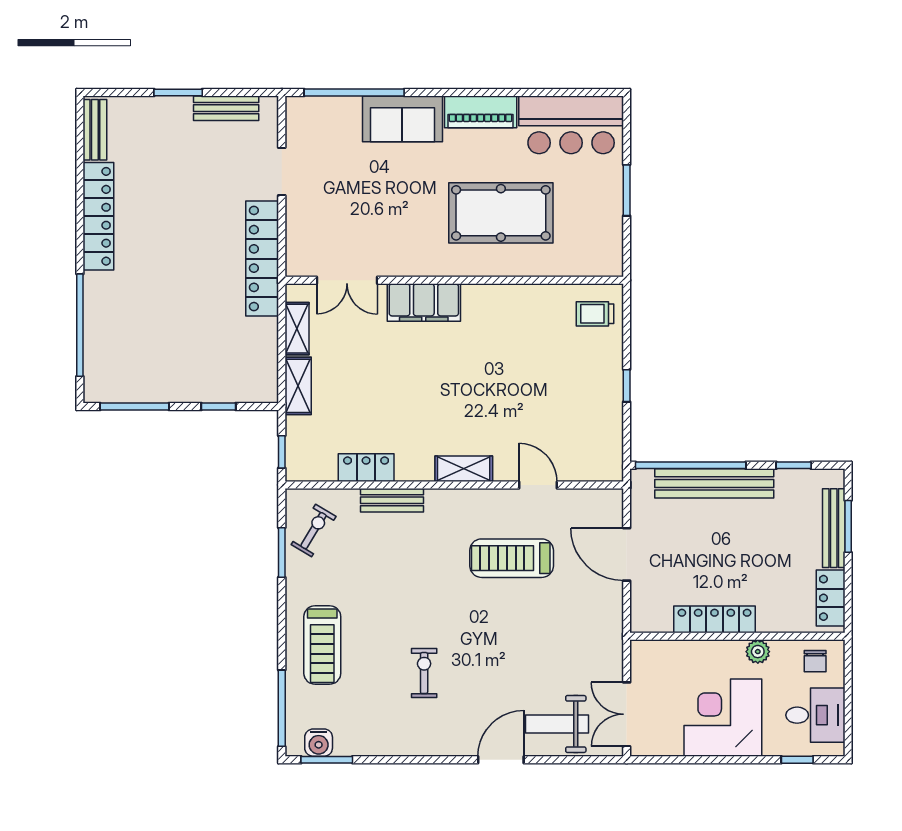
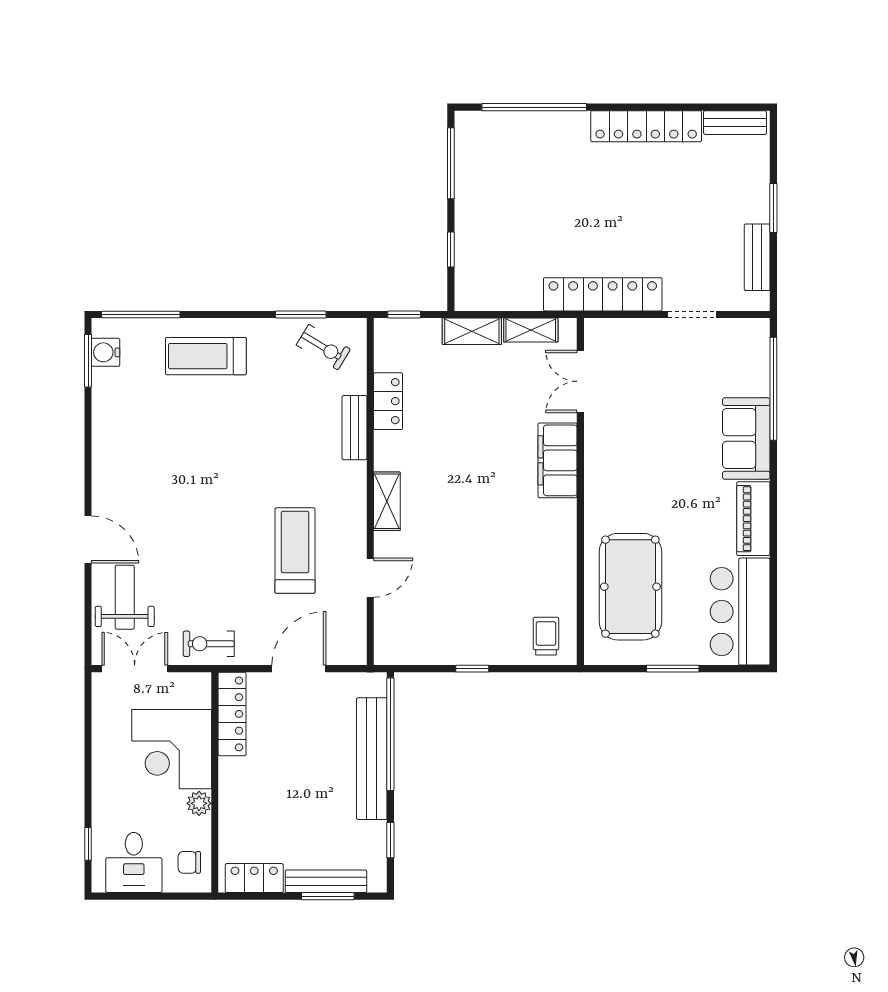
pool table: (501, 213) -> (630, 587), moved
locker: (714, 619) -> (232, 714), moved
exercise bike: (424, 673) -> (209, 644), moved, turned 180
corner desk: (723, 718) -> (172, 749), moved, turned 180

